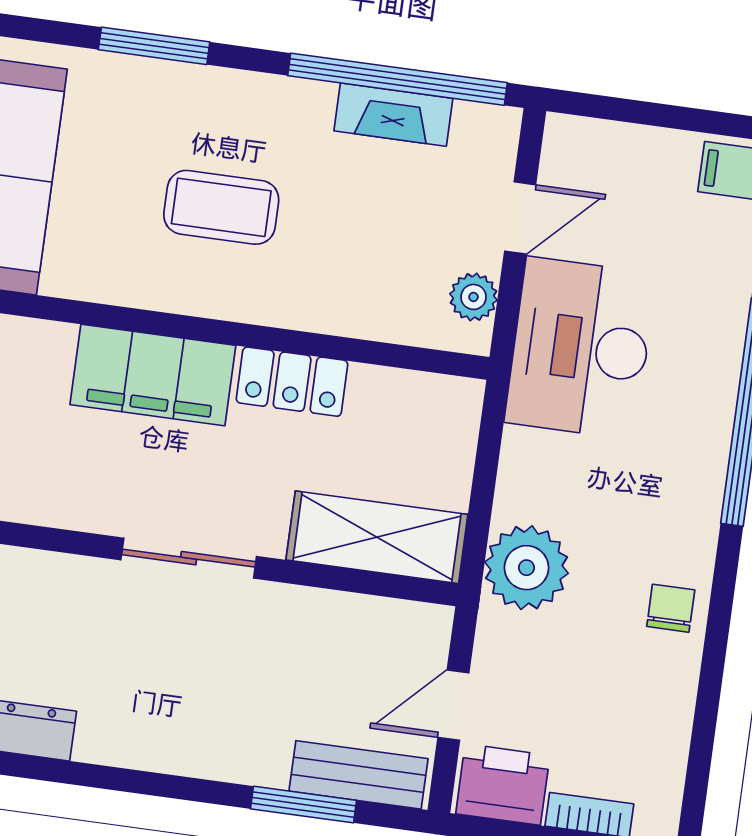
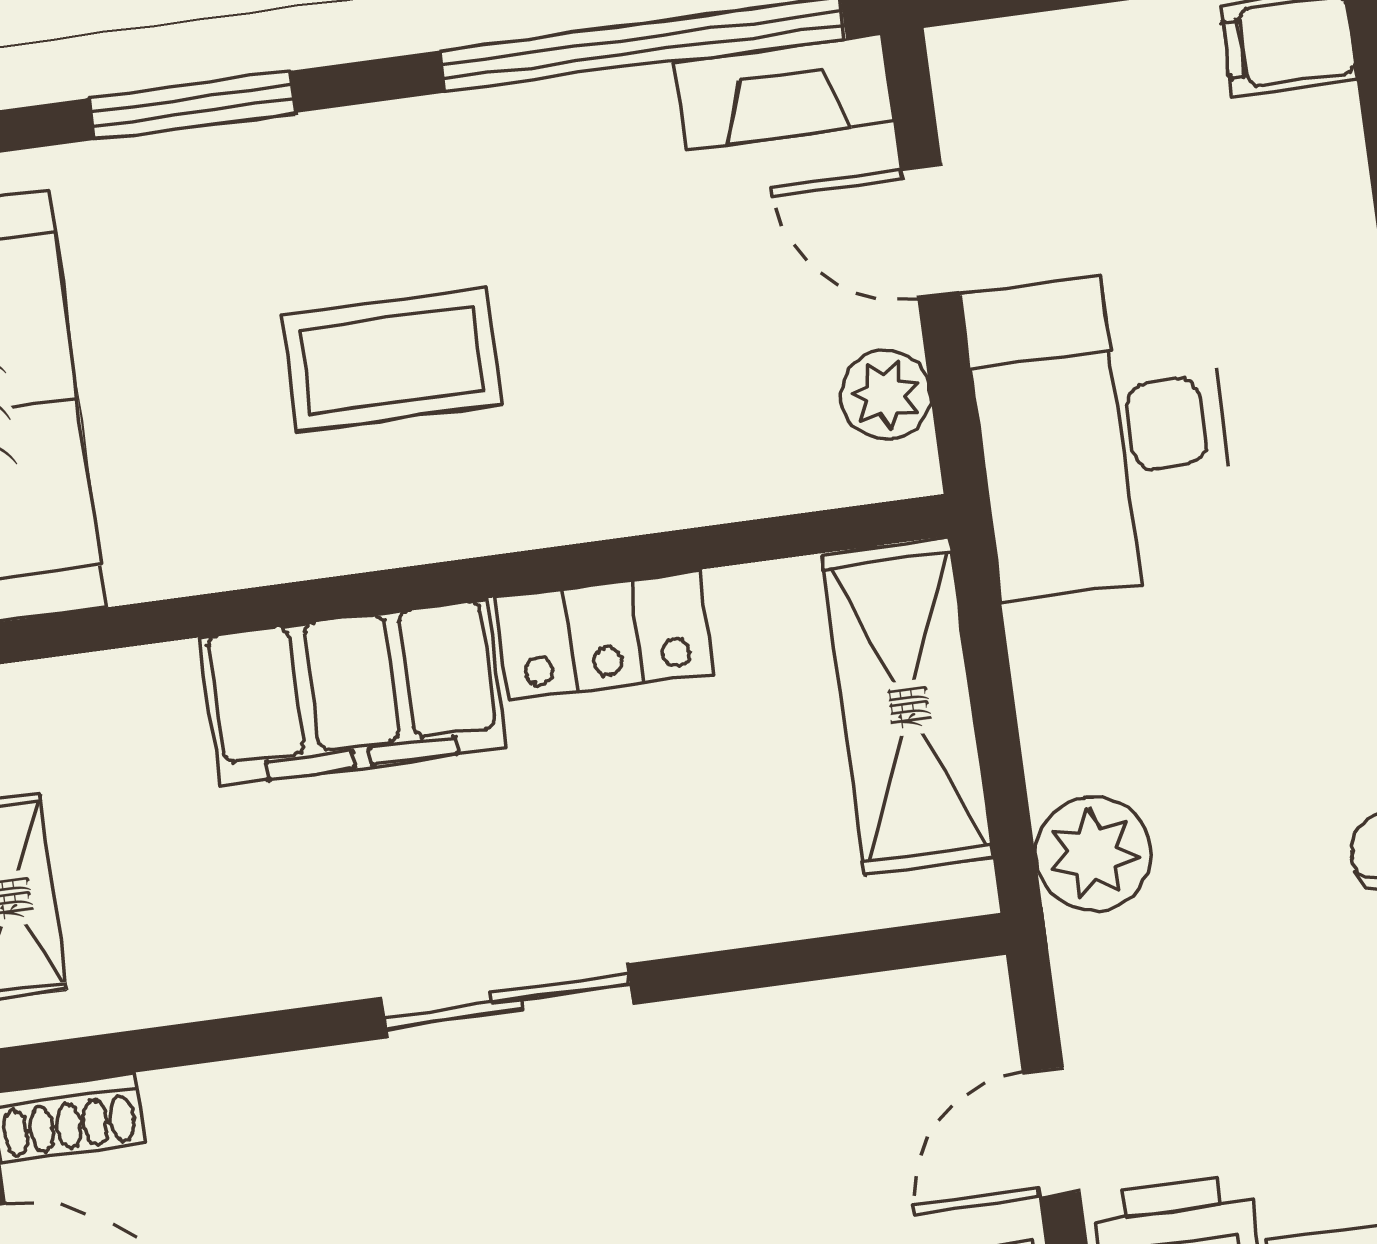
fireplace: (393, 115) -> (784, 92), moved
door: (520, 218) -> (930, 231), swing flipped
shelving: (377, 537) -> (907, 707), moved, turned 90
plant: (527, 568) -> (1093, 854), width x0.73, depth x0.73

